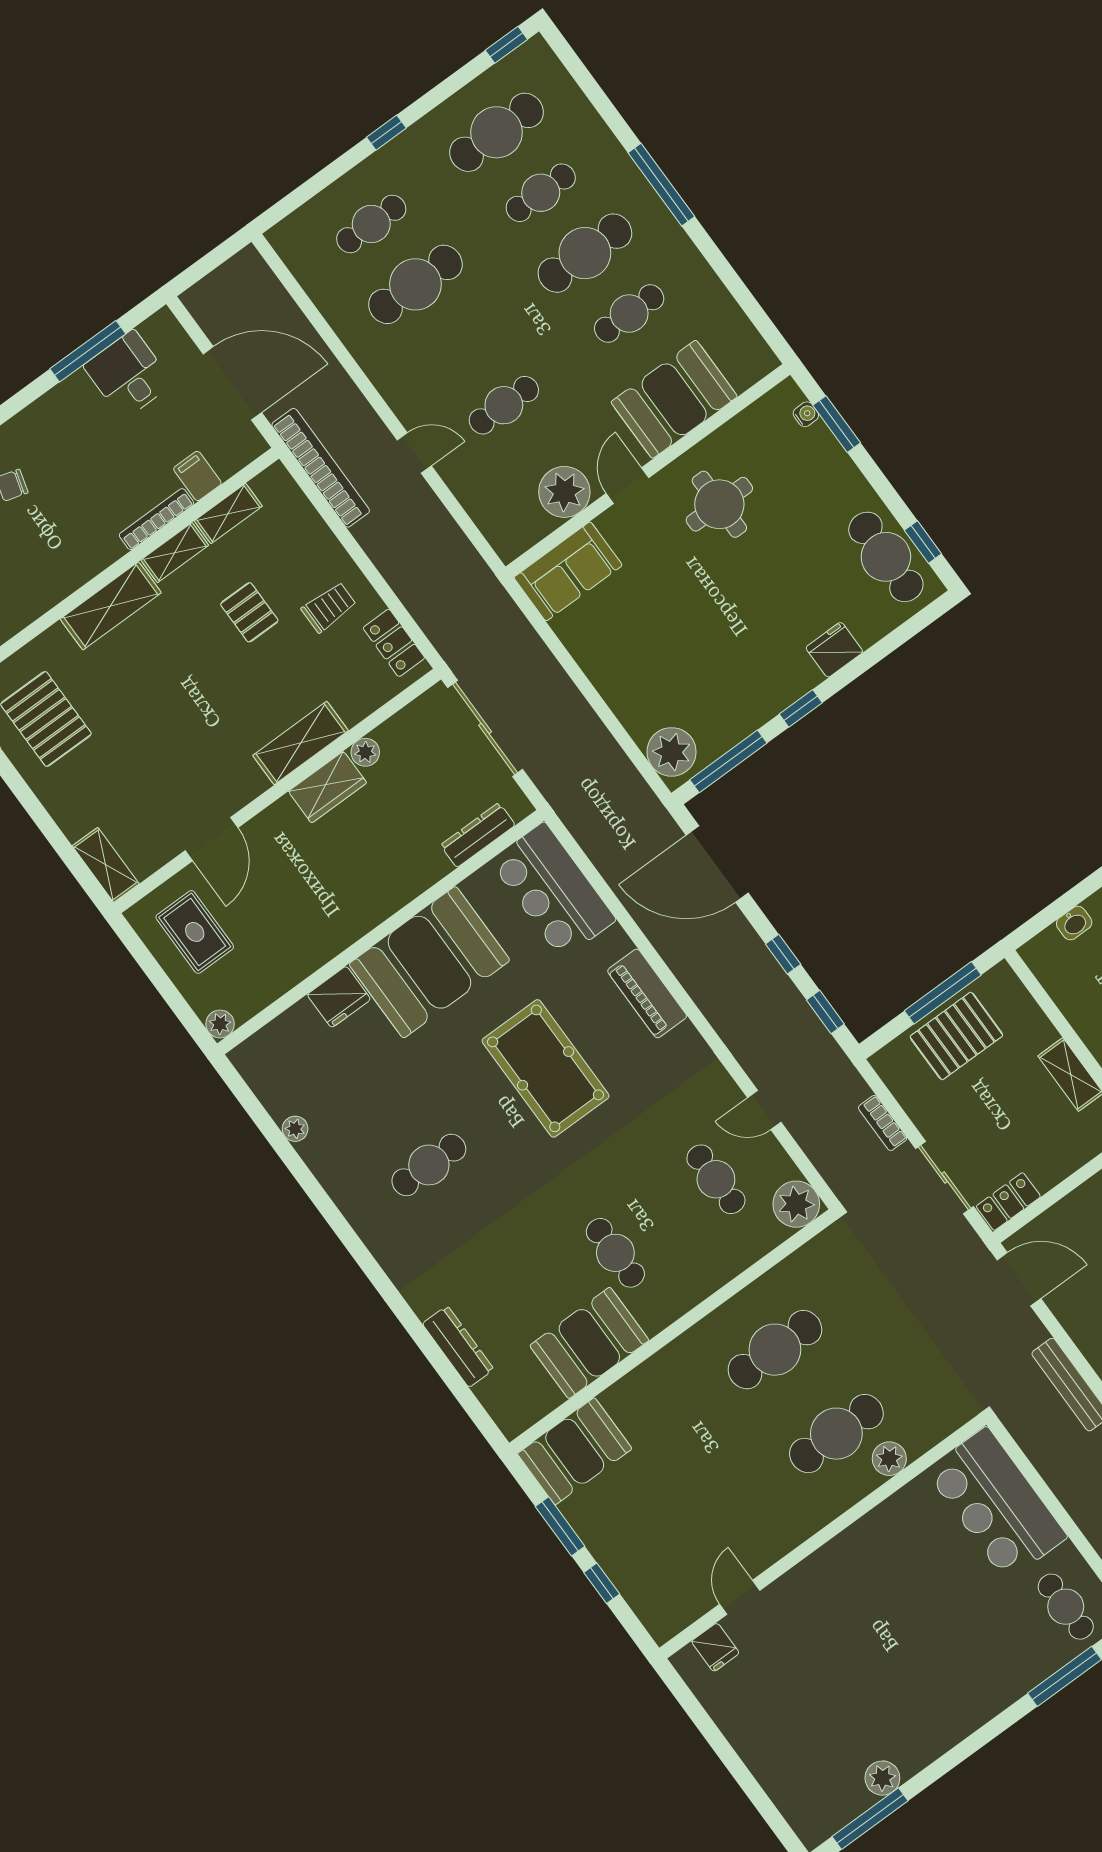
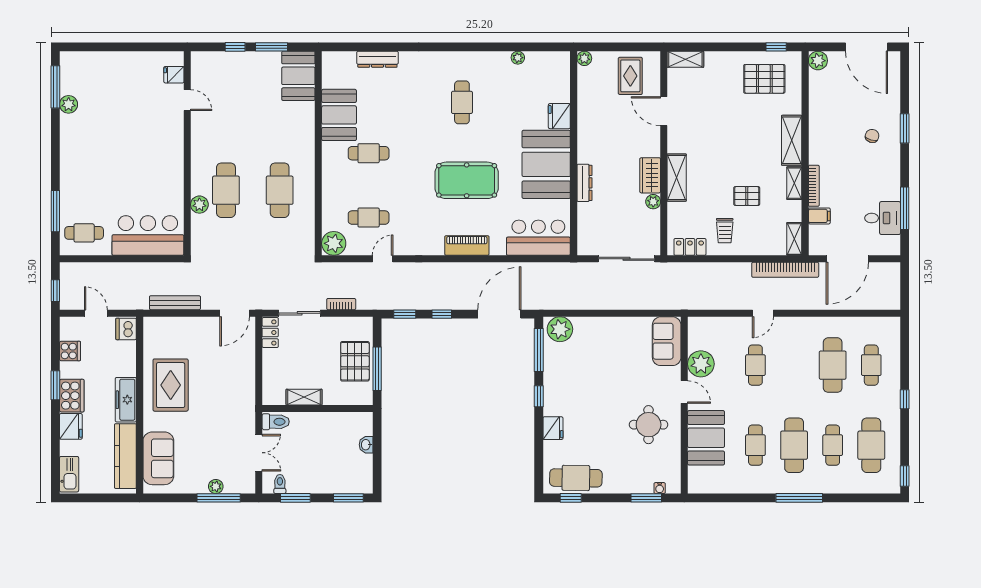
shelving: (228, 514) -> (794, 239), moved
dresser: (478, 835) -> (584, 183), moved
rug: (195, 932) -> (630, 76), turned 90

